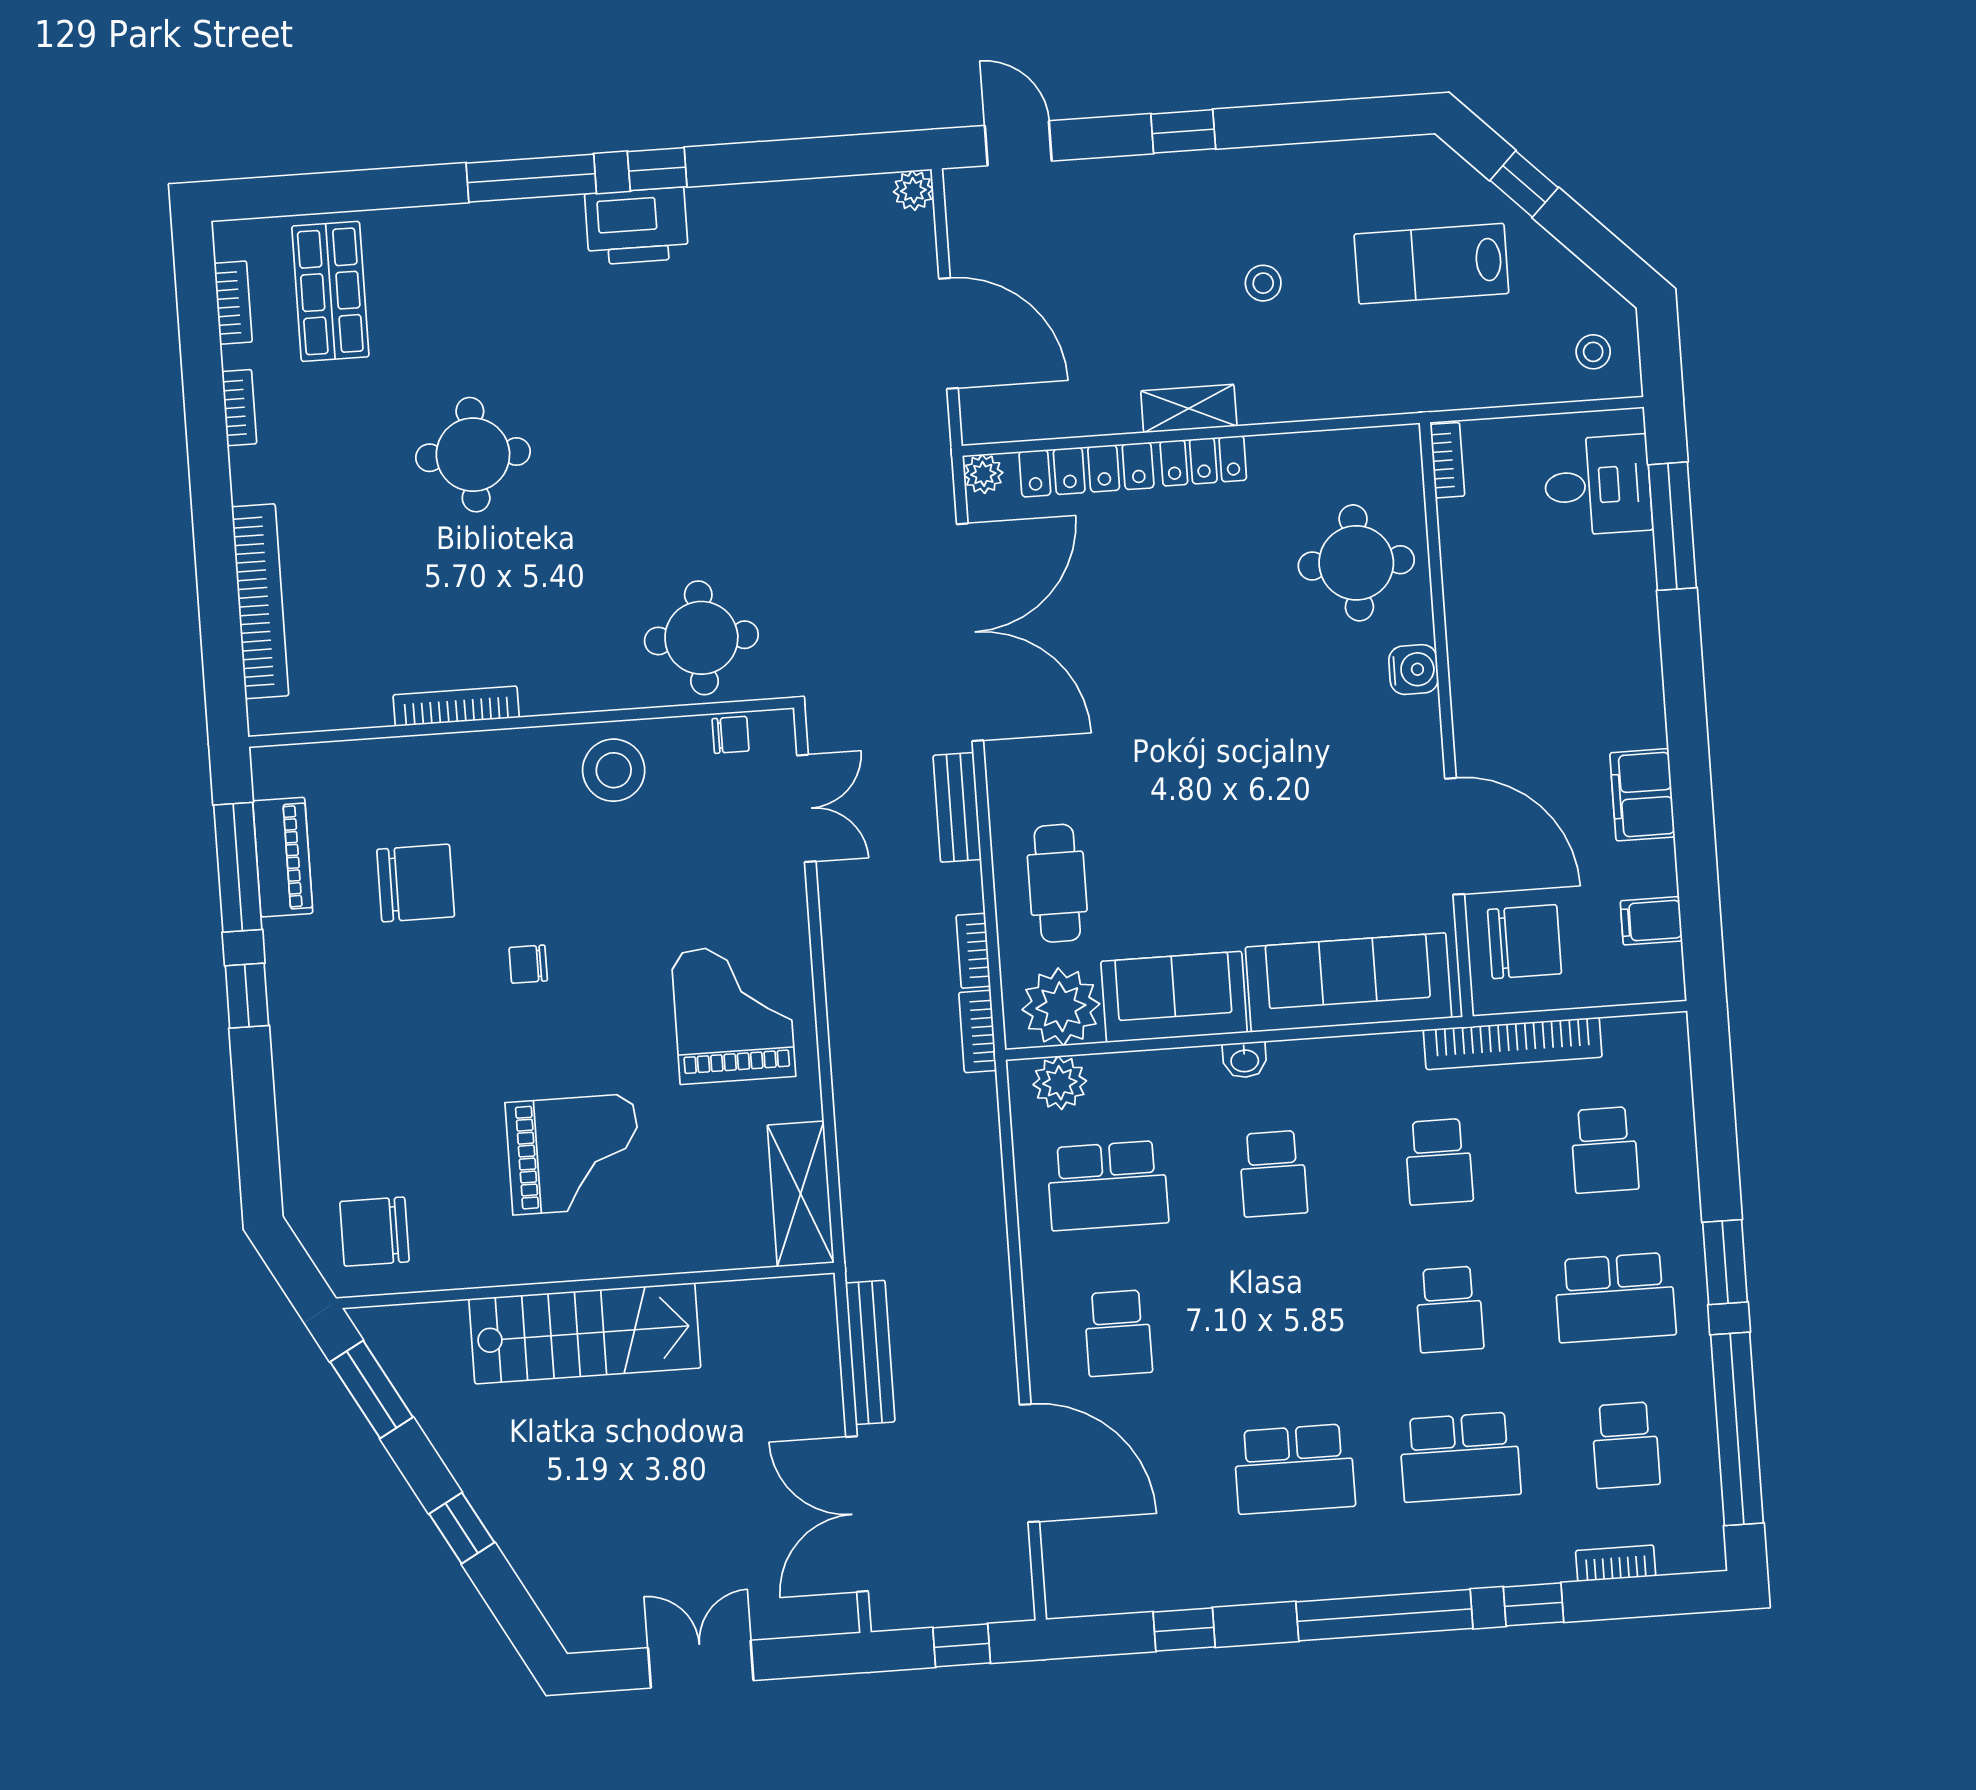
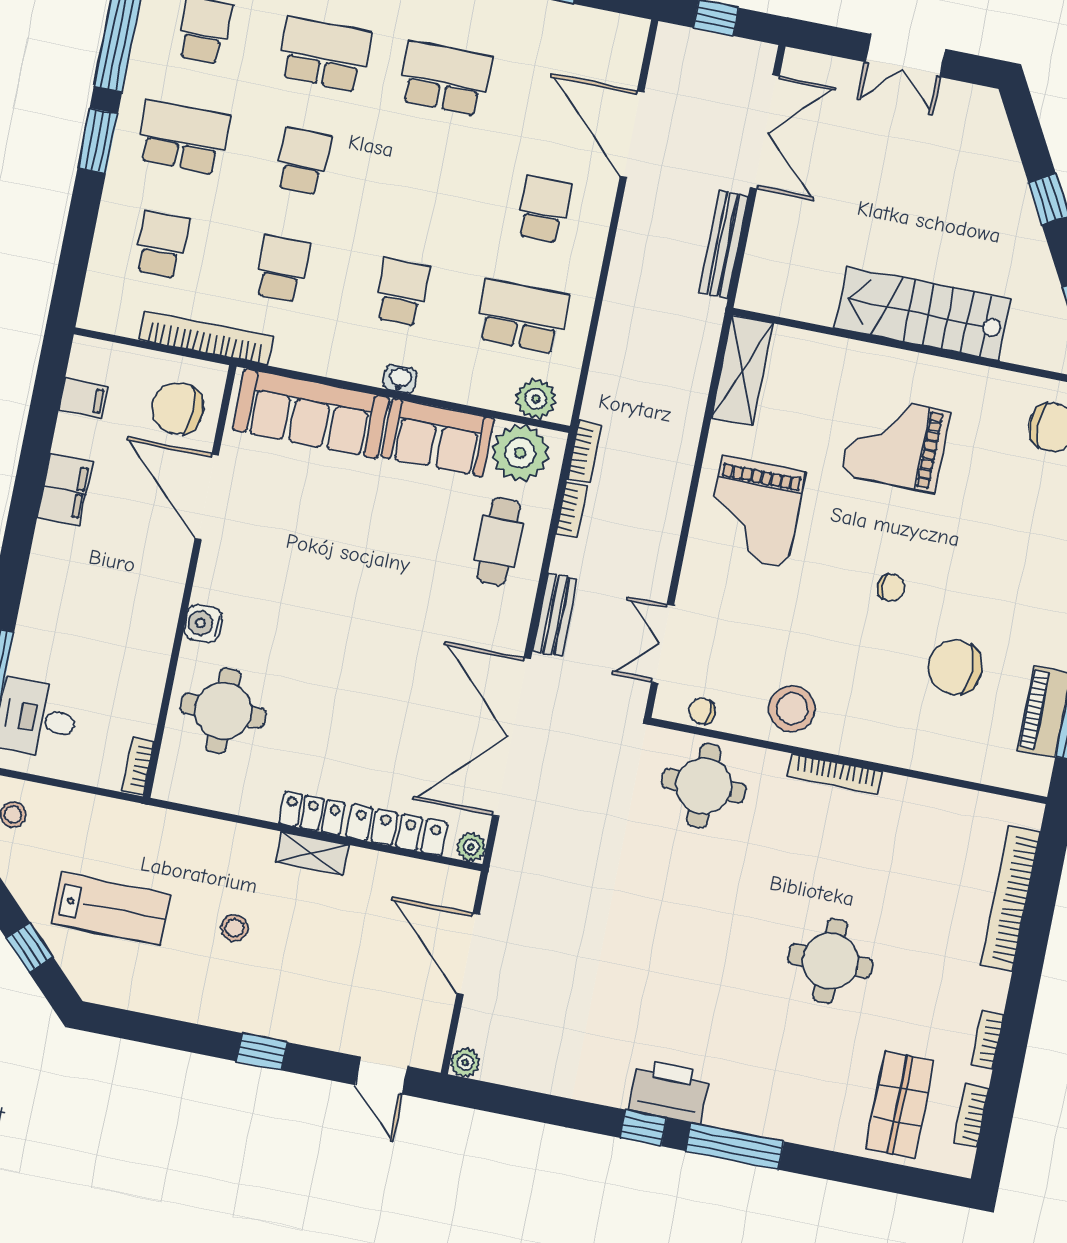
bookcase: (456, 706) -> (835, 774), moved

